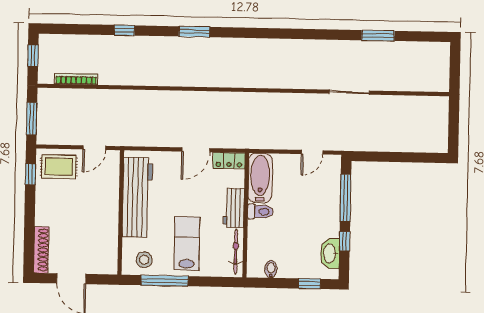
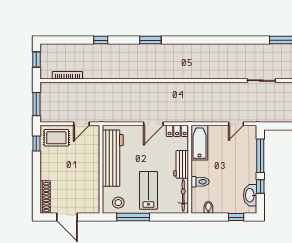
toilet: (260, 212) -> (200, 182), moved

